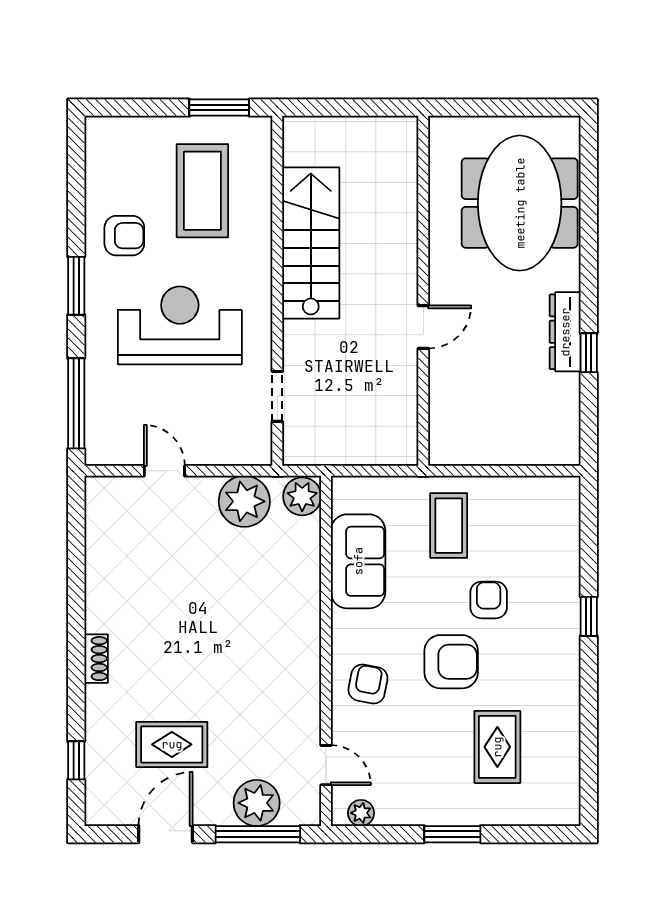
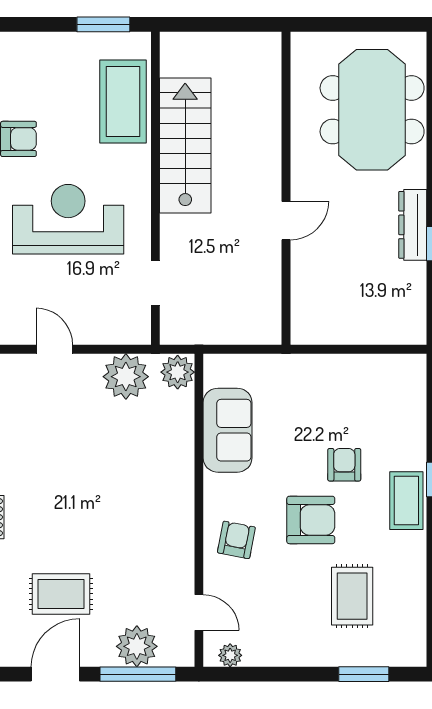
coffee table: (202, 191) -> (123, 101), moved
coffee table: (449, 526) -> (406, 501), moved
window: (452, 834) -> (364, 674), moved

